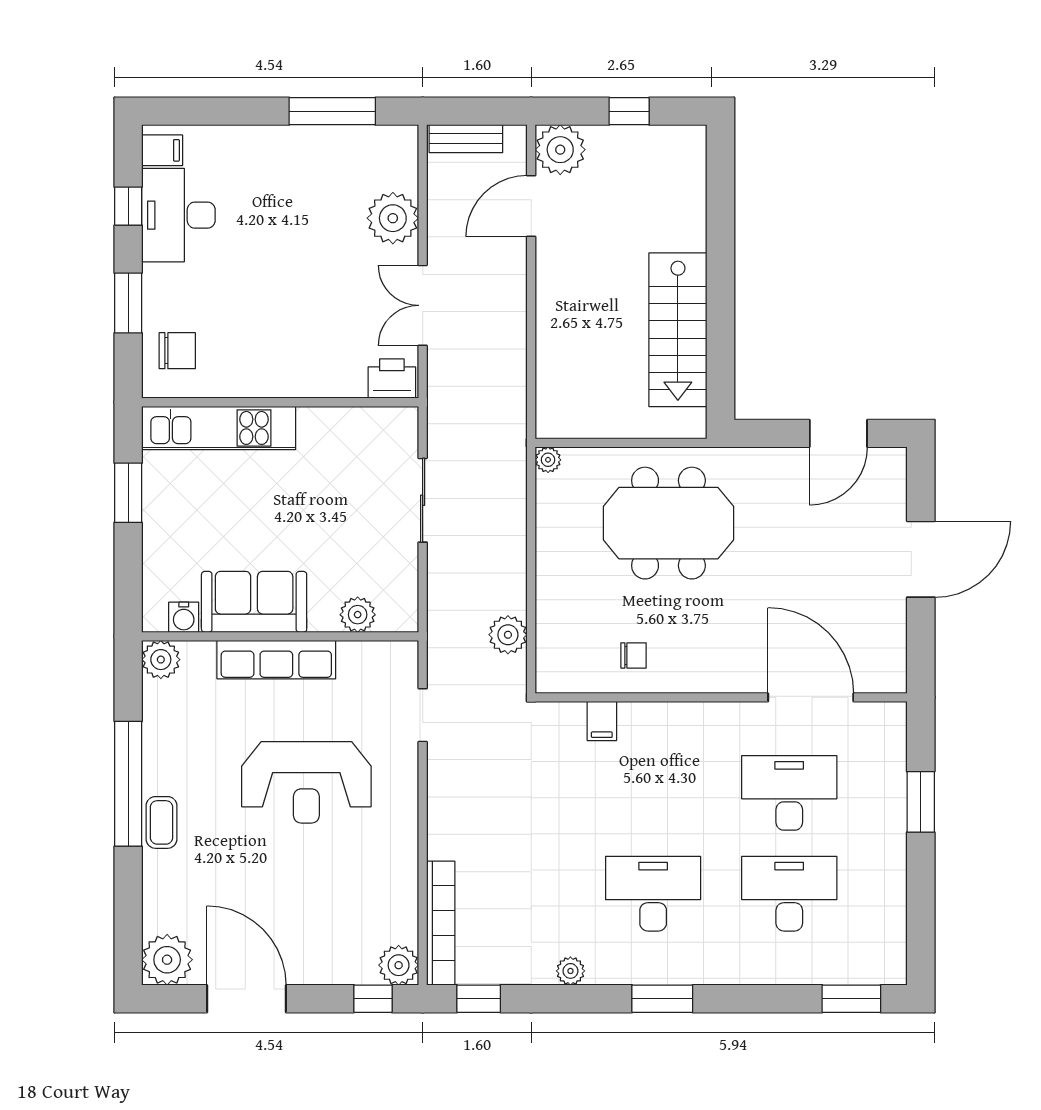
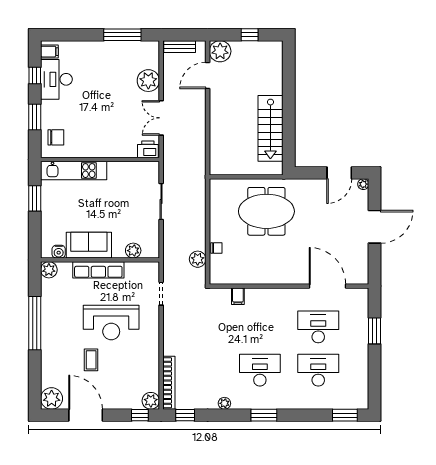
plant: (548, 460) -> (363, 184), moved
chair: (634, 655) -> (216, 248), moved
coffee table: (162, 822) -> (91, 360), moved

